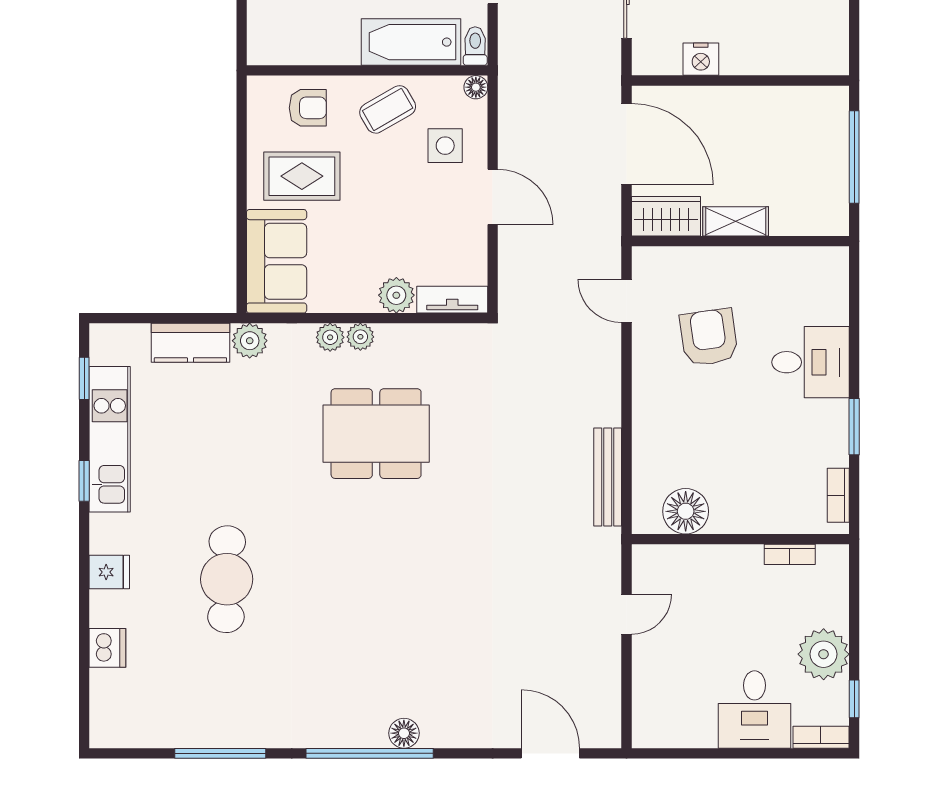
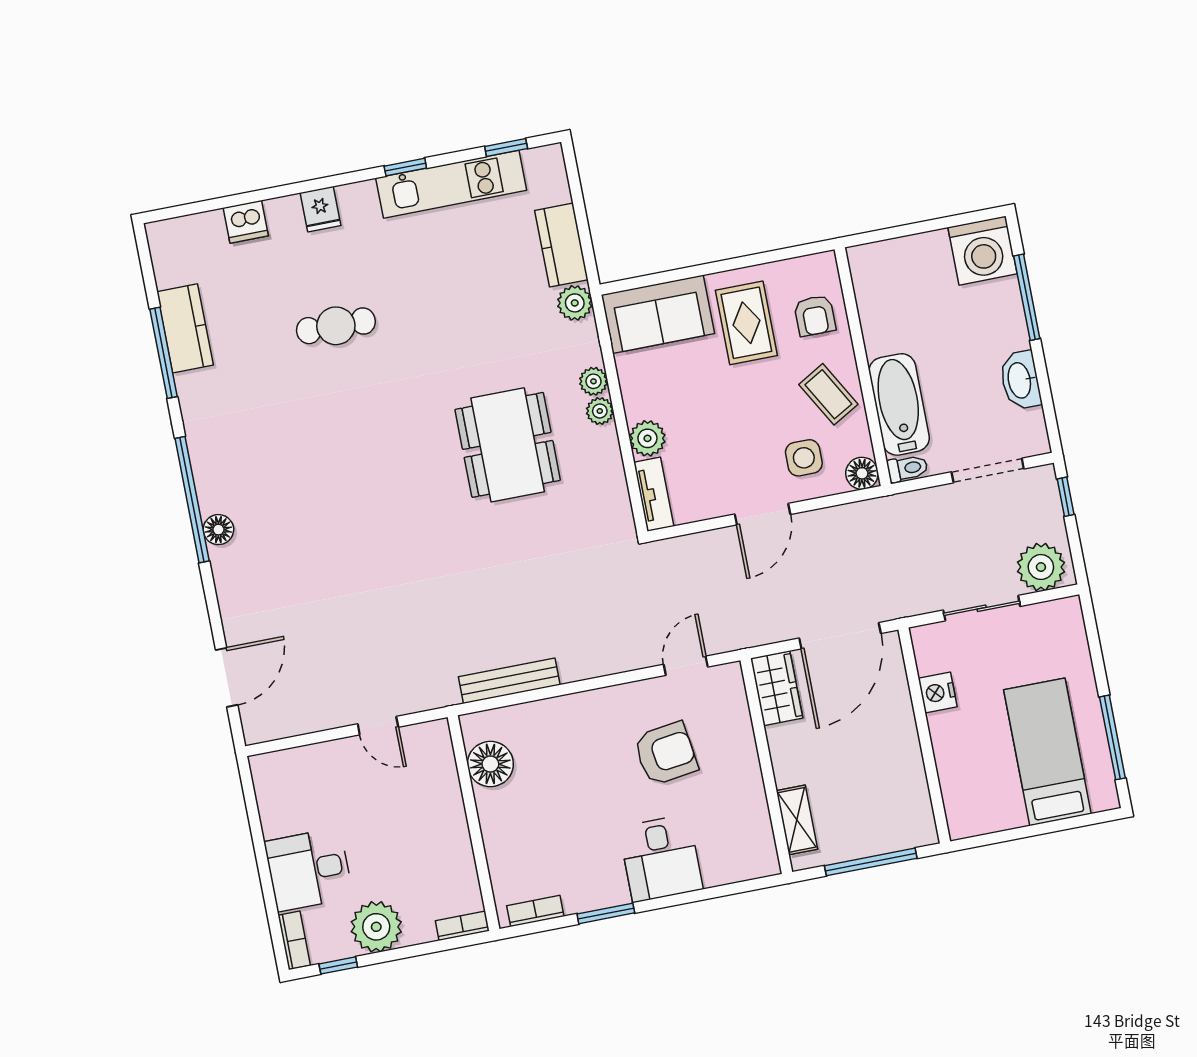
floor lamp: (476, 87) -> (862, 473), width x1.37, depth x1.37
shelving: (736, 221) -> (797, 820), moved
bookcase: (790, 554) -> (462, 926), moved, turned 90
cafe table: (227, 579) -> (336, 326), width x0.73, depth x0.74
kitchen counter: (200, 728) -> (185, 328), added

